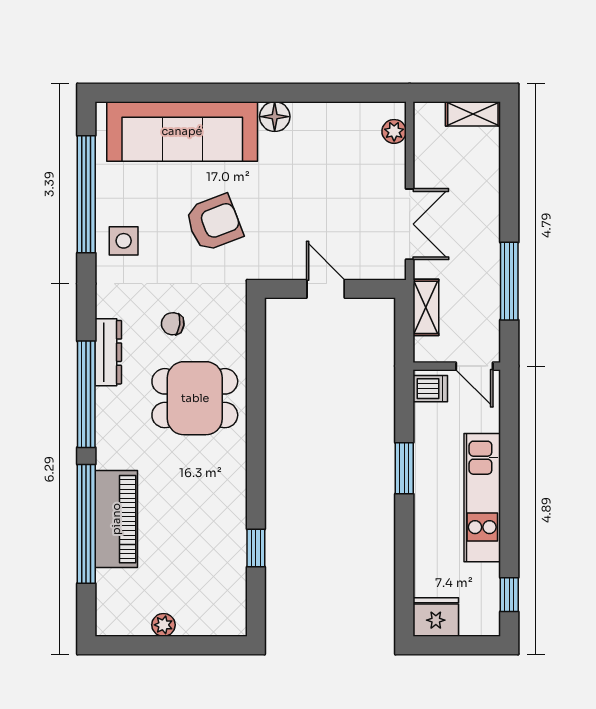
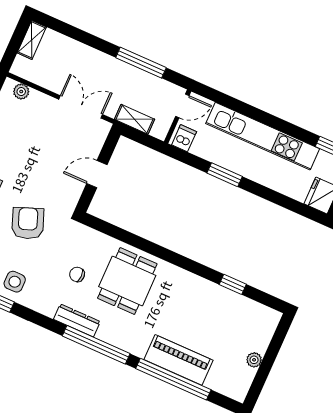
chair: (173, 324) -> (77, 274), turned 82
kitchen unit: (482, 498) -> (263, 136), width x1.36

